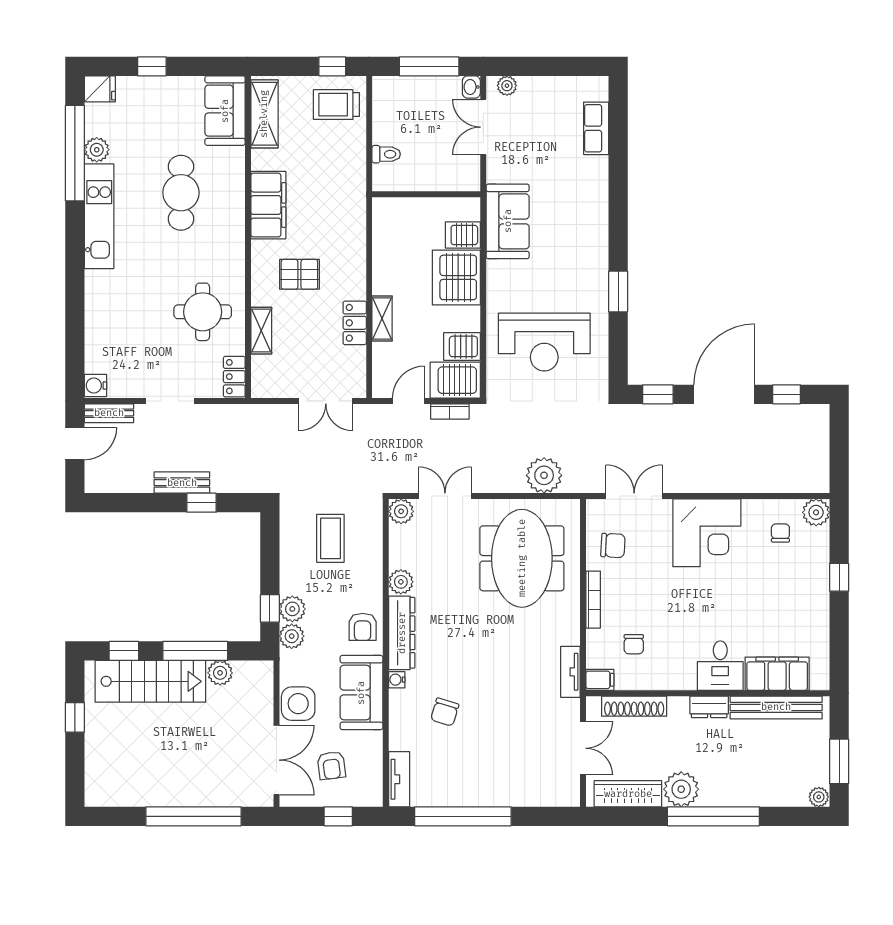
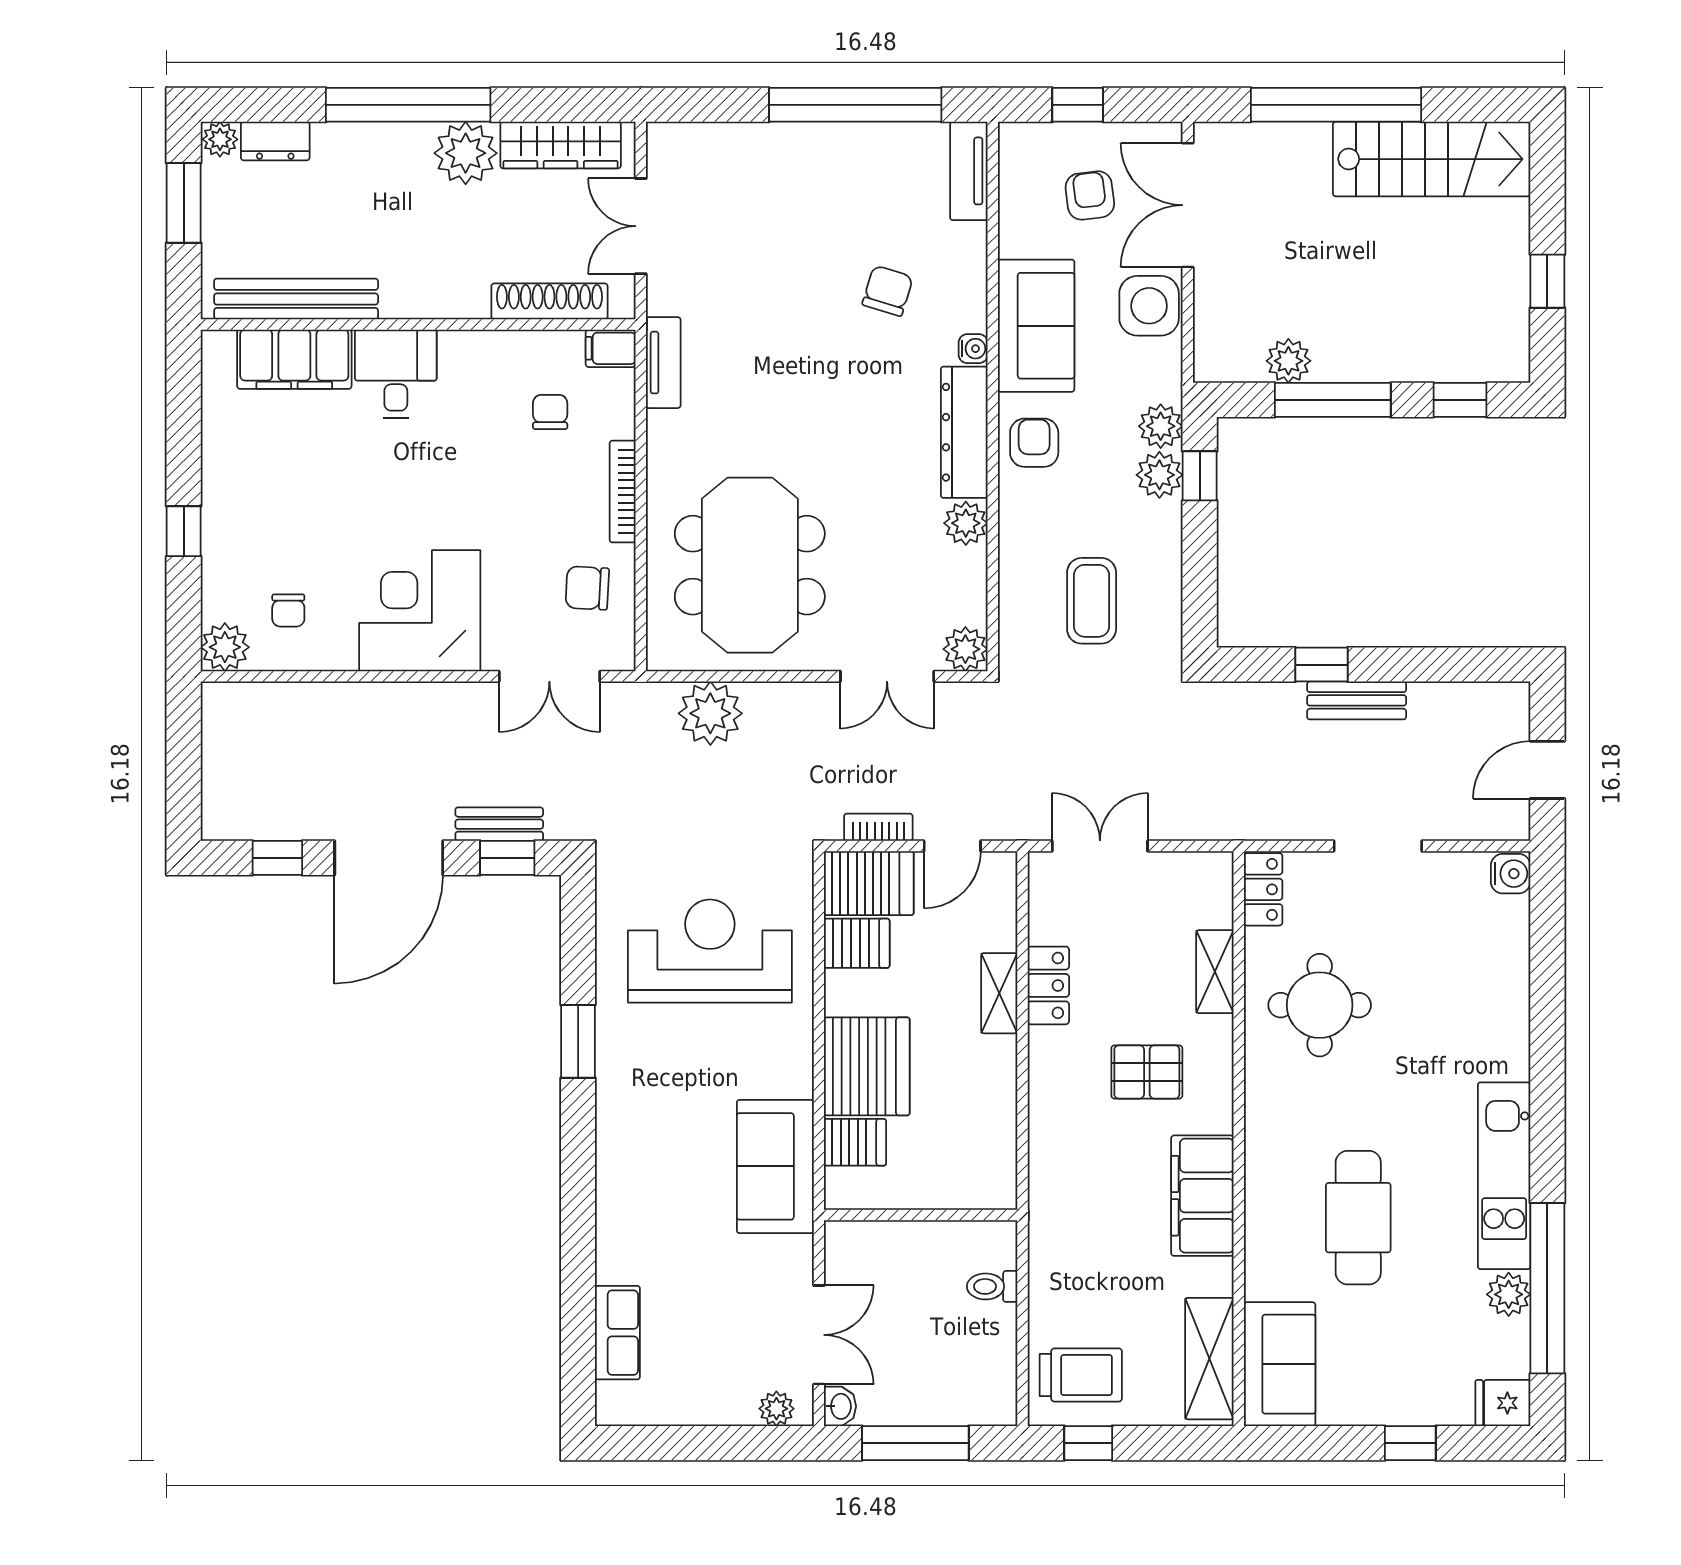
bench: (109, 413) -> (499, 824), moved
stairs: (150, 681) -> (1432, 159), moved, turned 180
dresser: (709, 707) -> (275, 141), moved, turned 180

